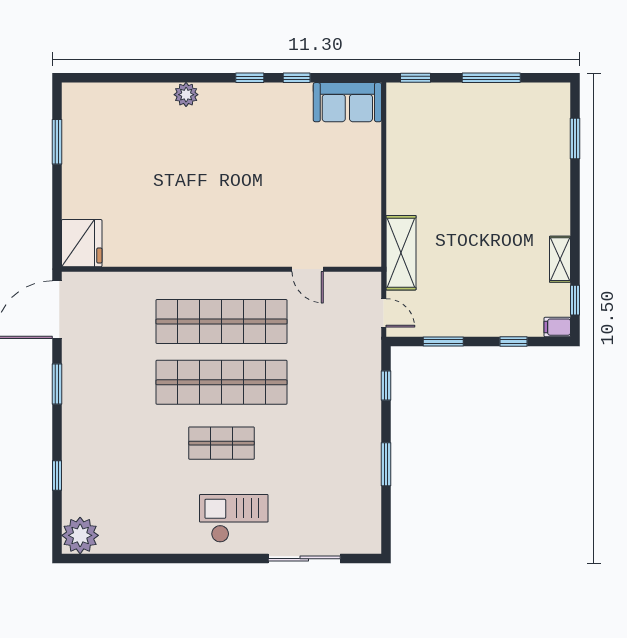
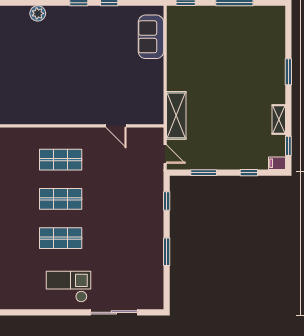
sofa: (347, 102) -> (151, 37), moved, turned 90
window: (575, 138) -> (288, 72), moved
shop shelf: (222, 321) -> (61, 160), width x0.50, depth x0.74
shop shelf: (222, 382) -> (61, 199), width x0.50, depth x0.74

